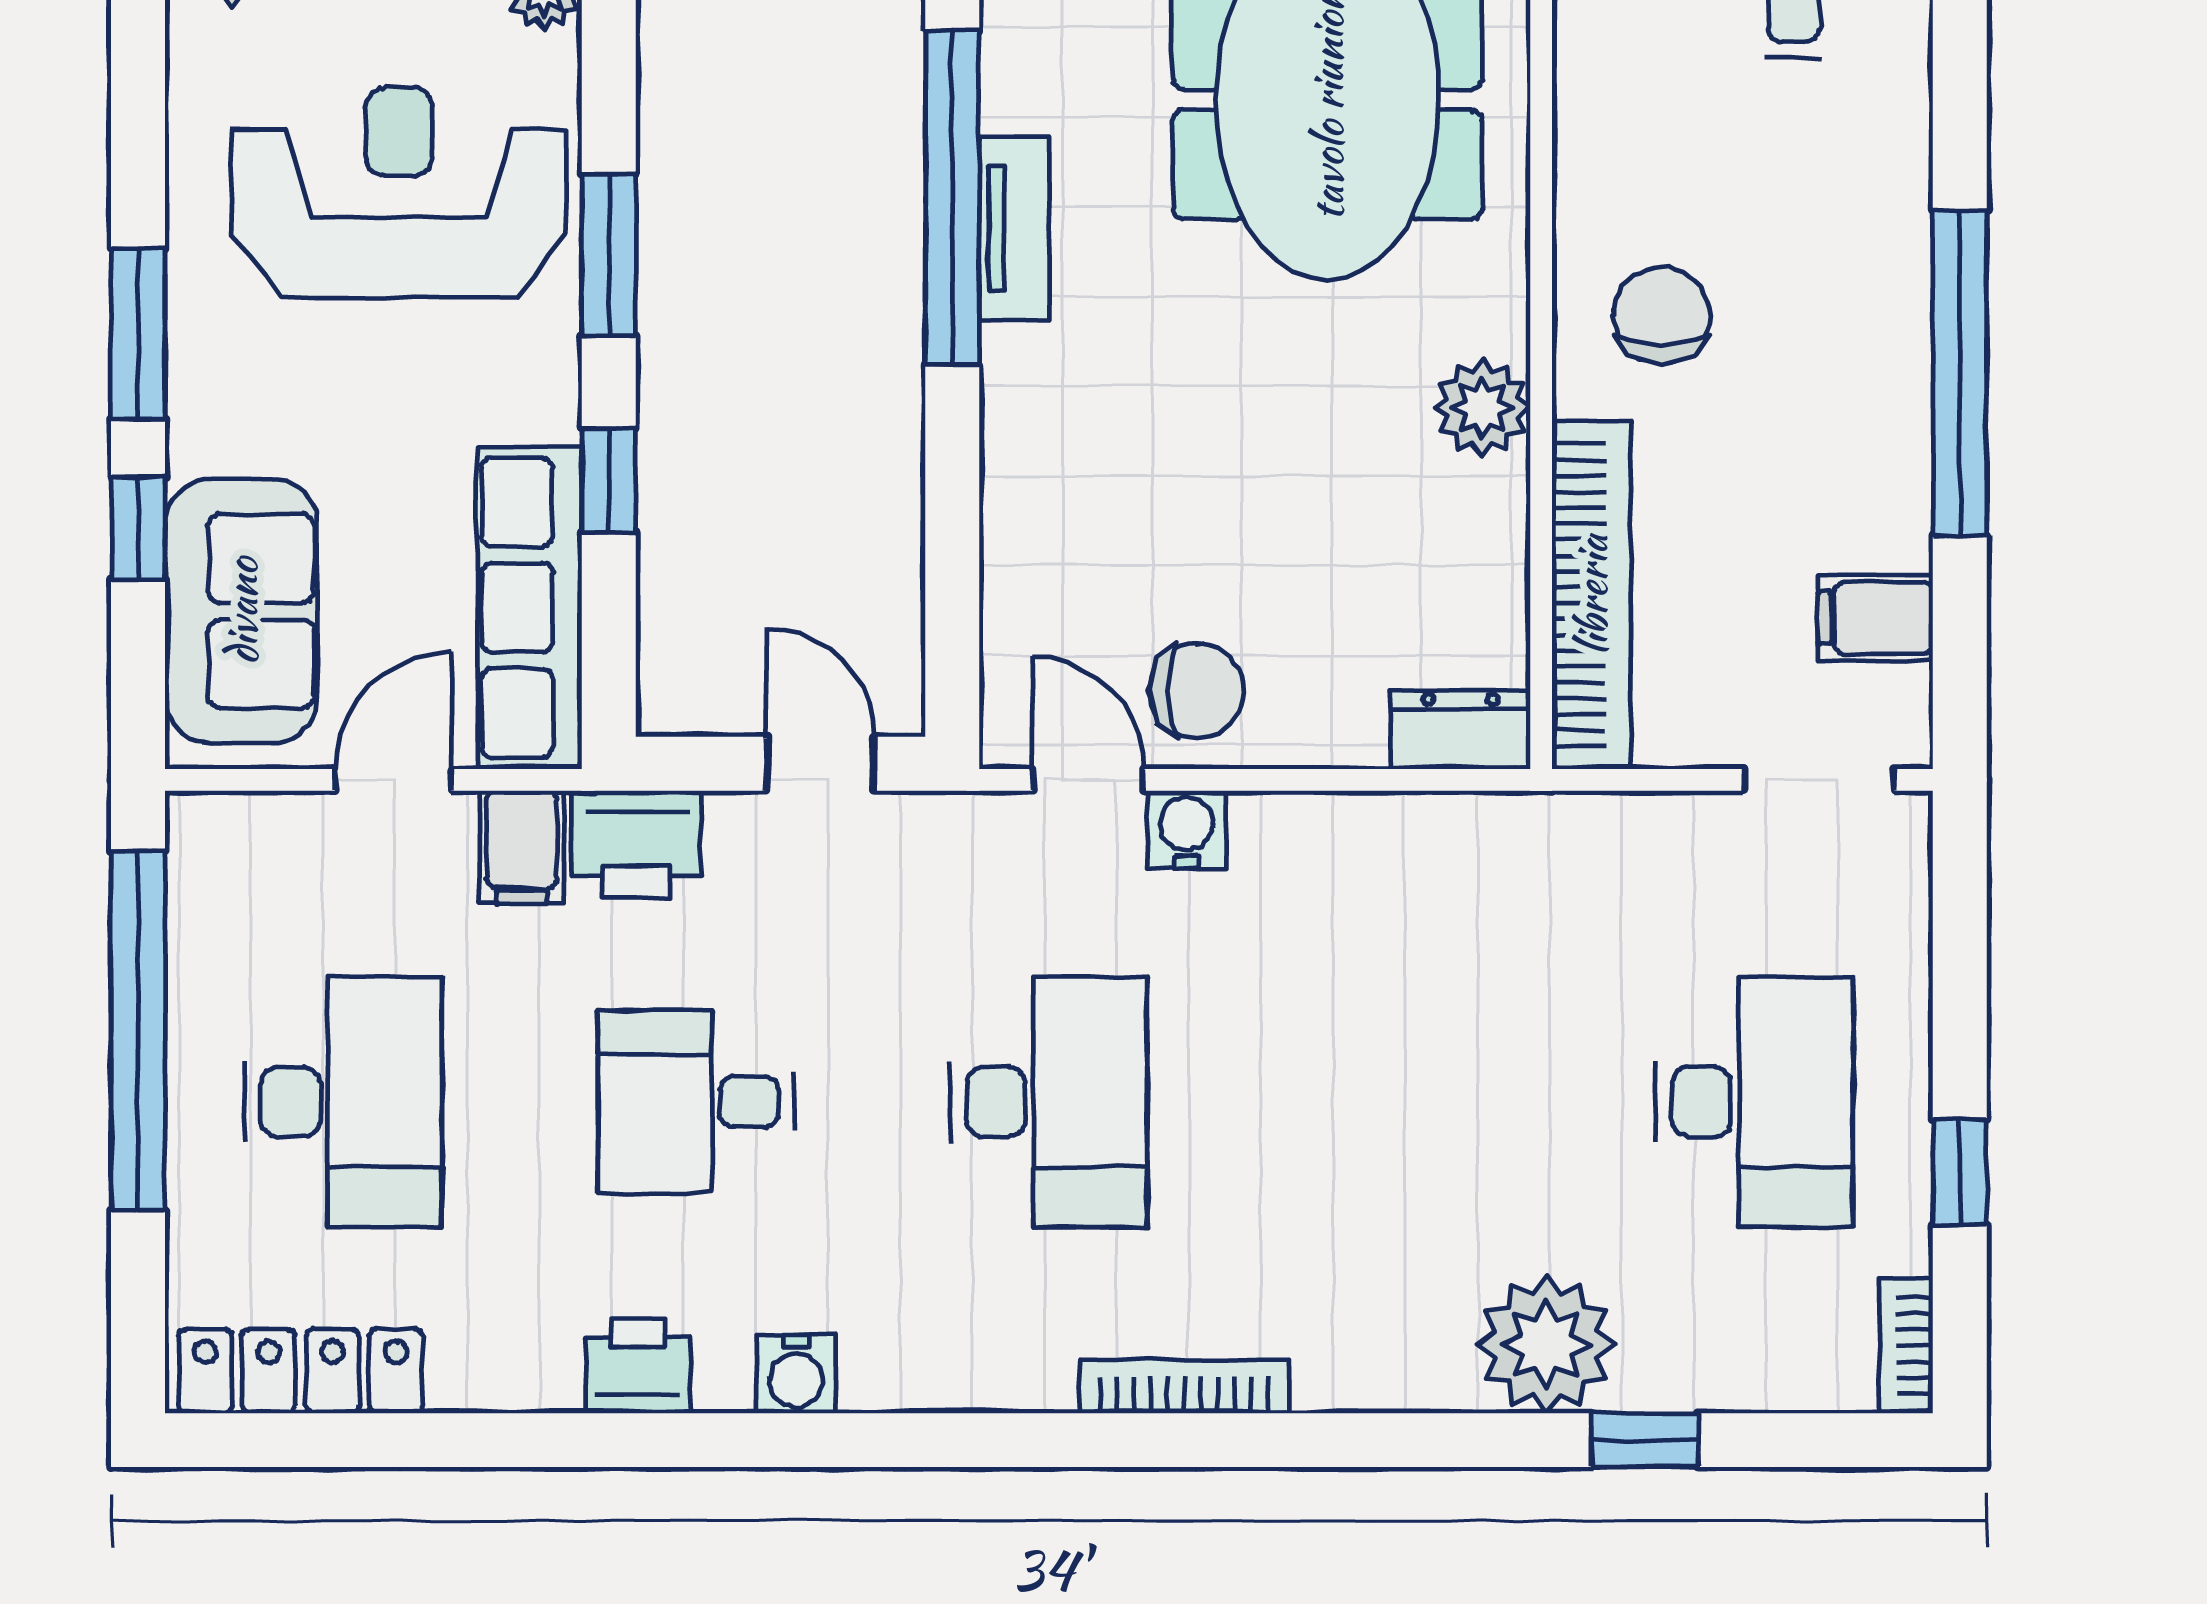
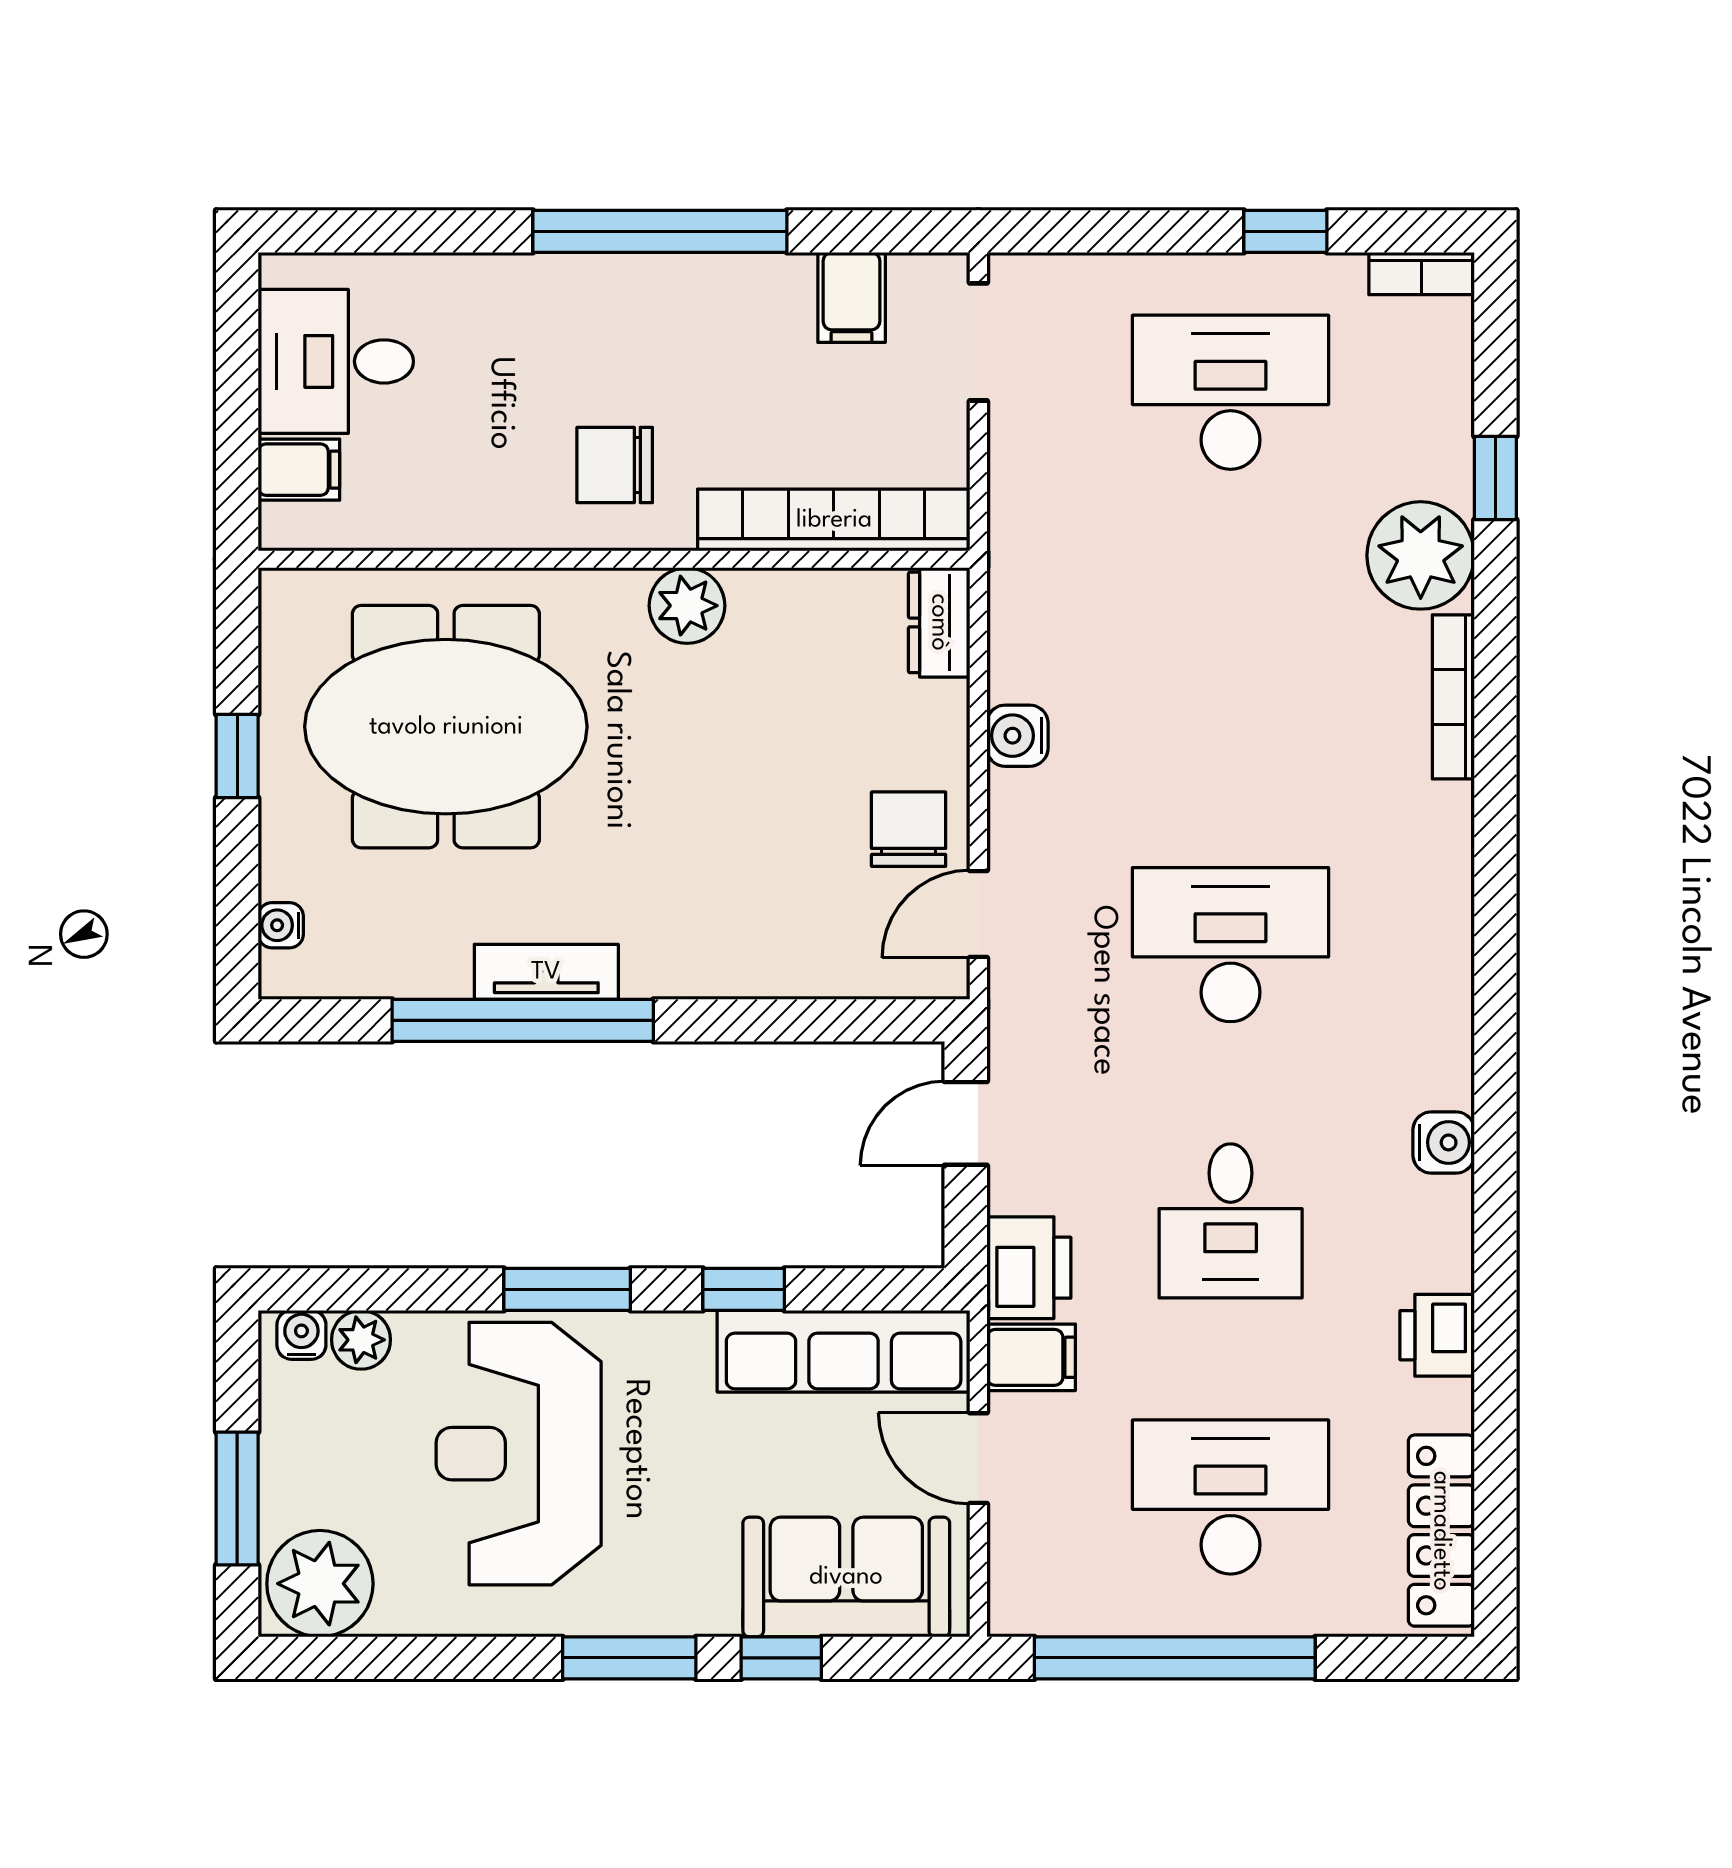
water cooler: (1186, 830) -> (1017, 736), moved
printer: (638, 1366) -> (1437, 1335), moved
bookcase: (1184, 1386) -> (1453, 697), moved

